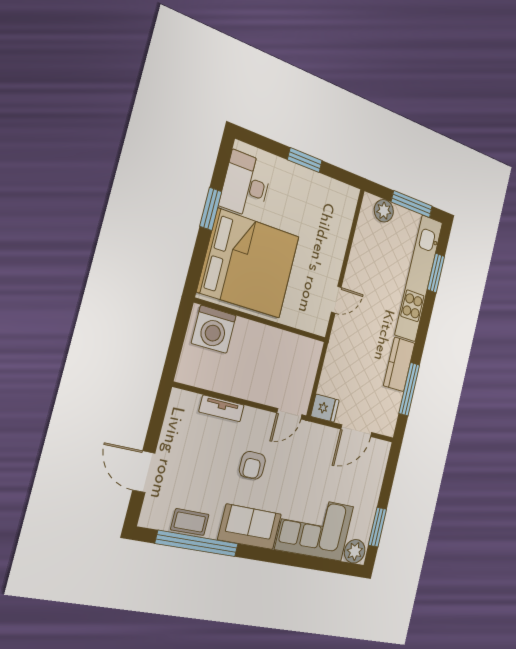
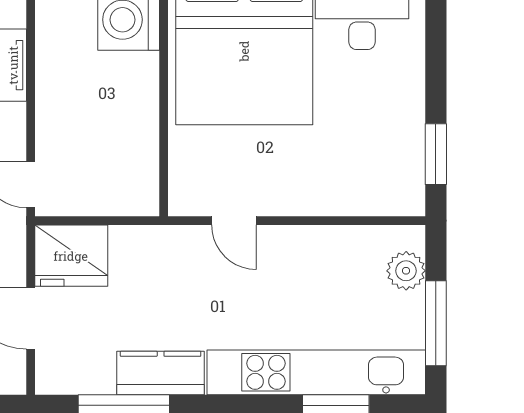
window: (305, 160) -> (436, 154), moved
fridge: (325, 408) -> (71, 256), width x1.88, depth x1.34

